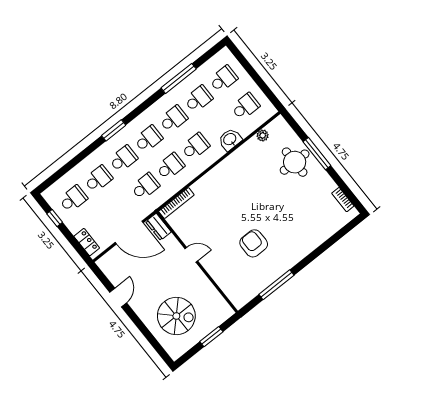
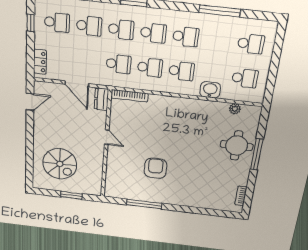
school desk: (198, 99) -> (218, 40), removed
door: (129, 233) -> (77, 84), width x0.73
door: (118, 298) -> (30, 102), moved

